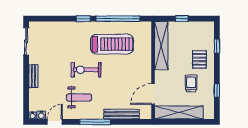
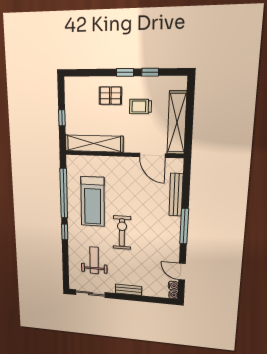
treadmill: (112, 44) -> (93, 202), turned 180
window: (217, 46) -> (125, 72), moved
exercise bike: (86, 70) -> (122, 233), turned 180
weight bench: (79, 97) -> (94, 260), moved

